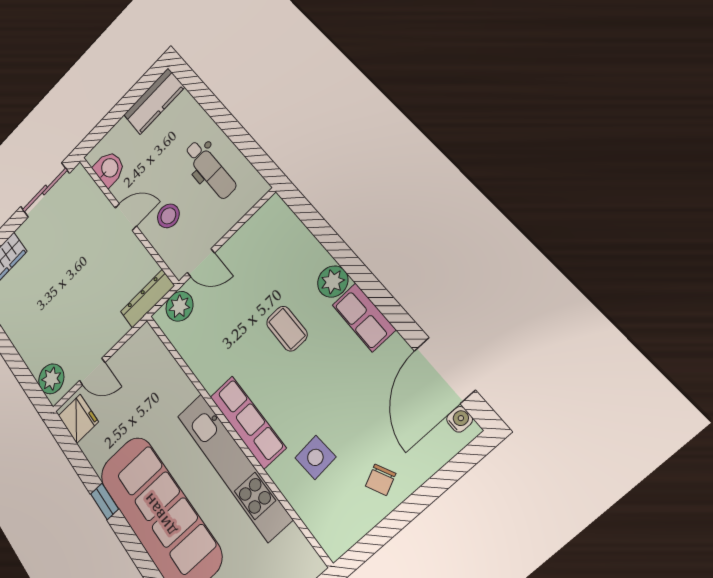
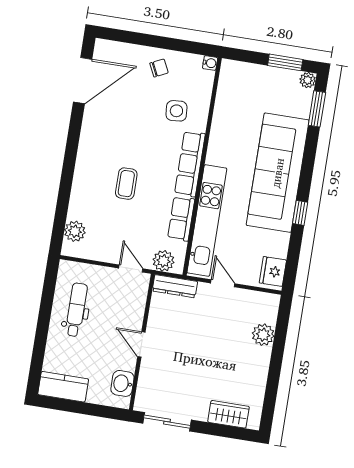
stool: (168, 216) -> (121, 315), removed
plant: (333, 281) -> (75, 231), moved
row of seats: (364, 317) -> (181, 219), moved, turned 180
door: (92, 372) -> (223, 283), moved
plant: (51, 379) -> (263, 335), moved
water cooler: (460, 419) -> (210, 63), moved, turned 180
kitchen unit: (234, 466) -> (207, 221), moved

